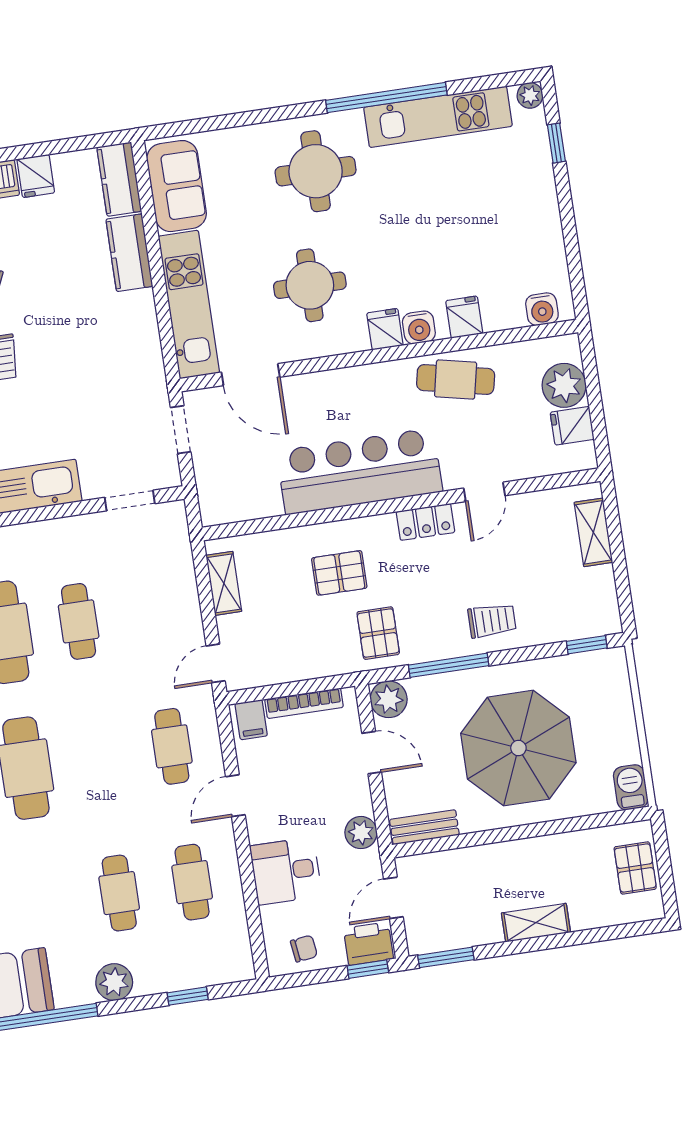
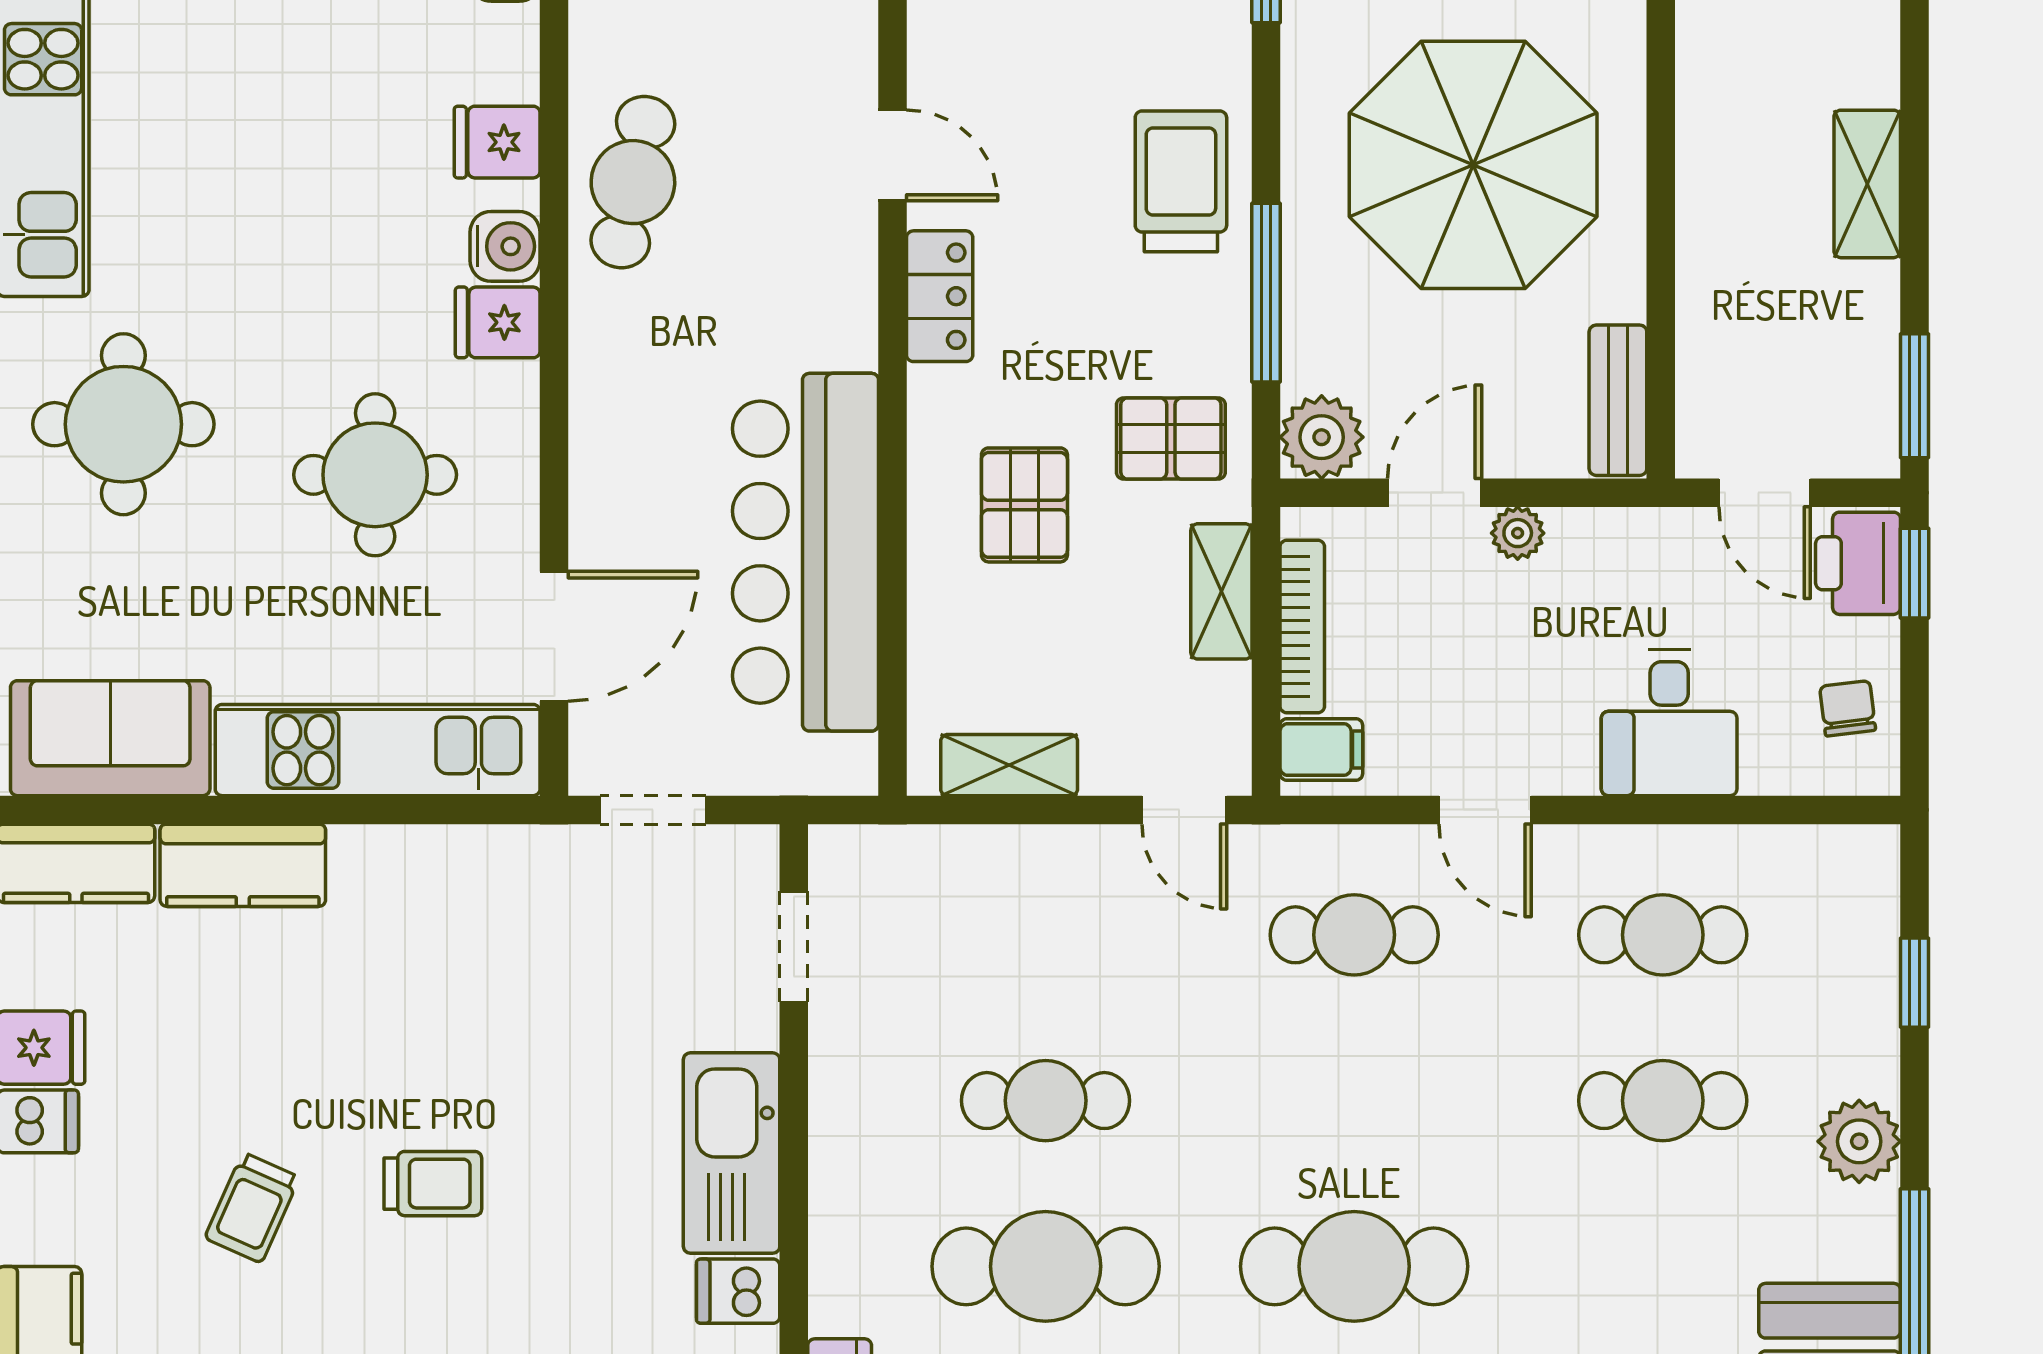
bar counter: (360, 471) -> (805, 552), moved
trolley: (492, 621) -> (1181, 181), width x1.36, depth x1.39
shelving: (314, 665) -> (1221, 591), added
plant: (361, 833) -> (1518, 533), moved, width x0.73, depth x0.73

